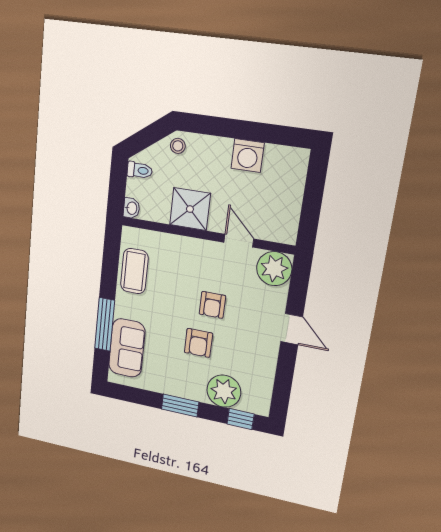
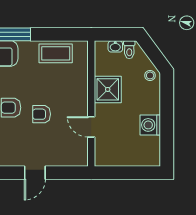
washbasin: (131, 208) -> (115, 46), moved
door: (239, 241) -> (91, 127), swing flipped
plant: (274, 269) -> (76, 154), removed

